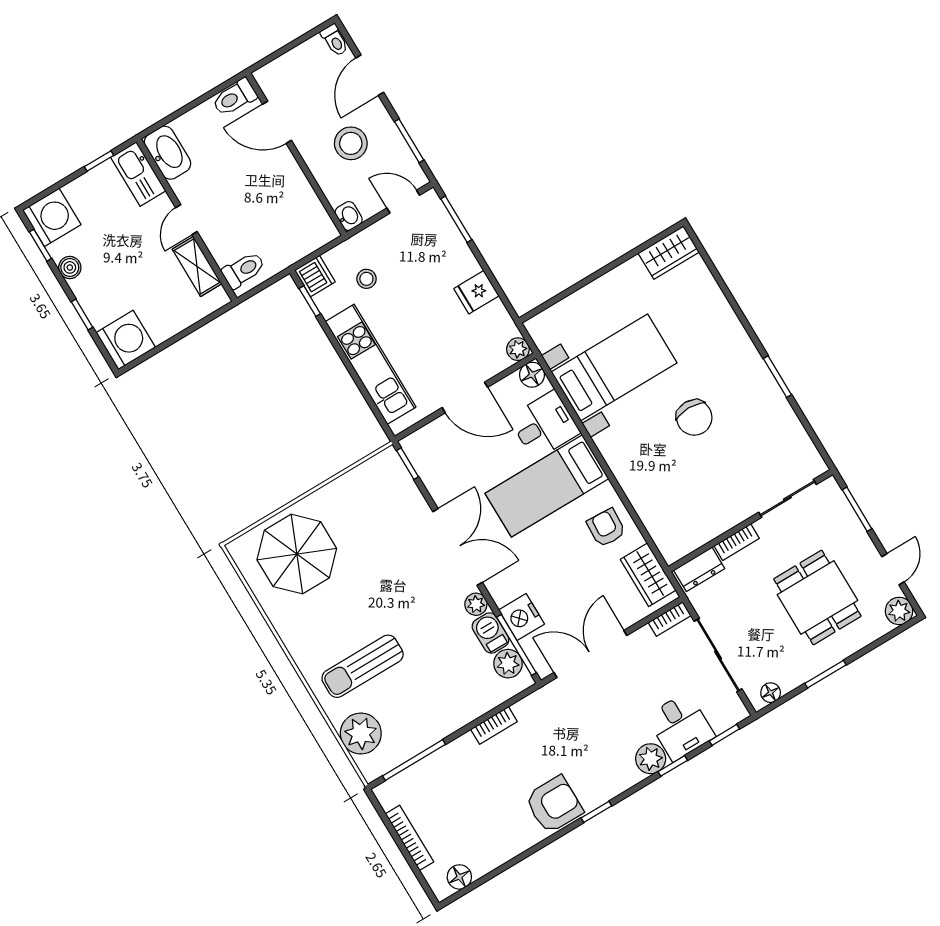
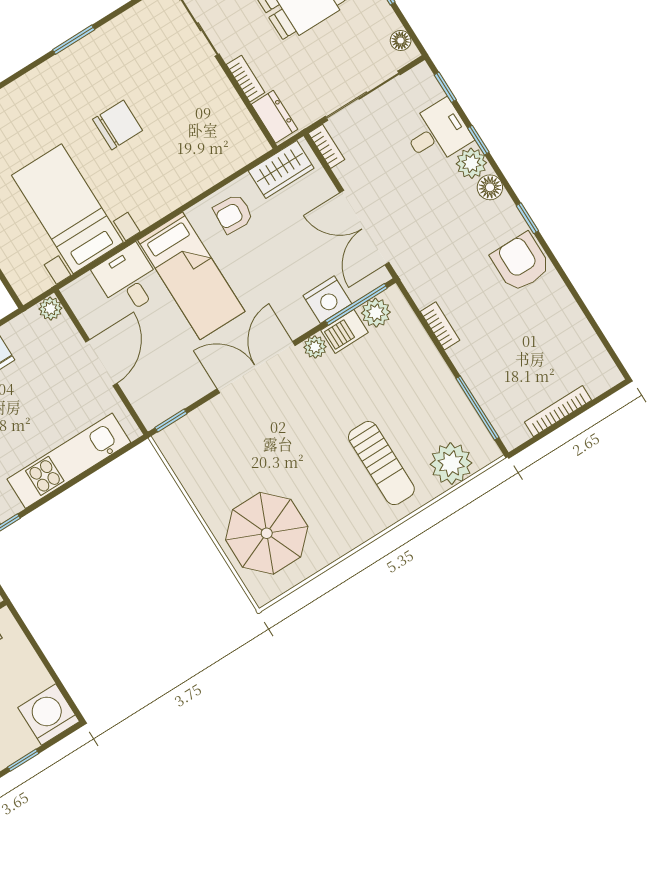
floor lamp: (532, 375) -> (76, 294), removed
floor lamp: (459, 877) -> (490, 187), moved

